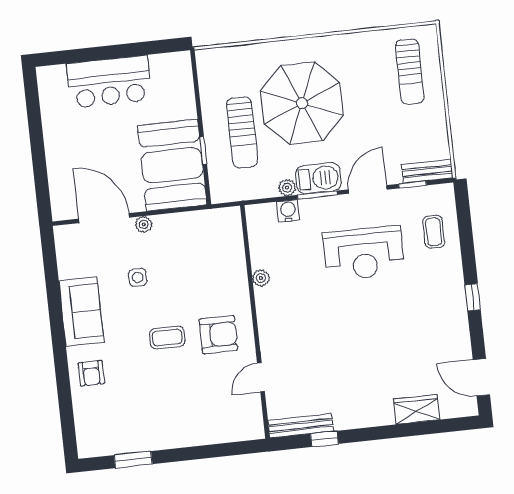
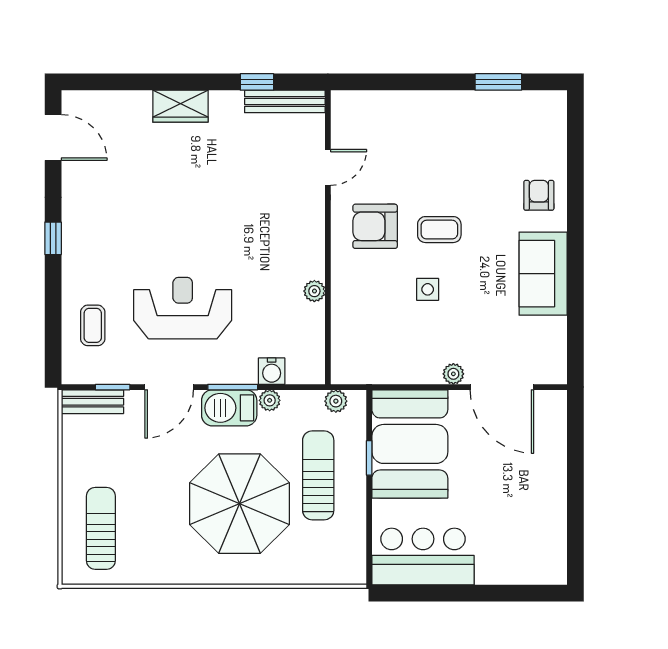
bar counter: (109, 82) -> (423, 557), moved
plant: (234, 193) -> (336, 401), added
side table: (138, 277) -> (428, 289), moved
wardrobe: (417, 409) -> (180, 106), moved

